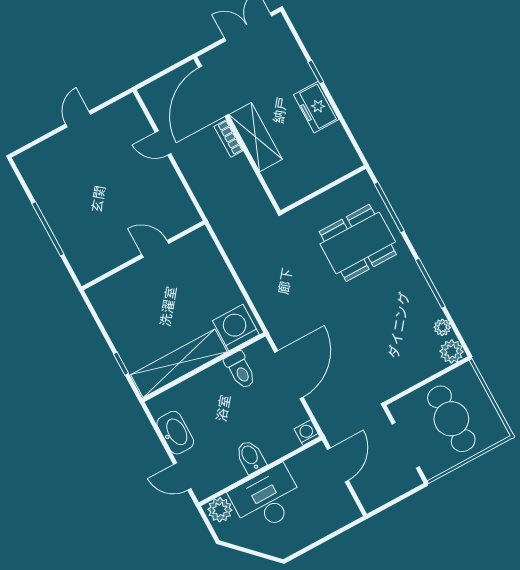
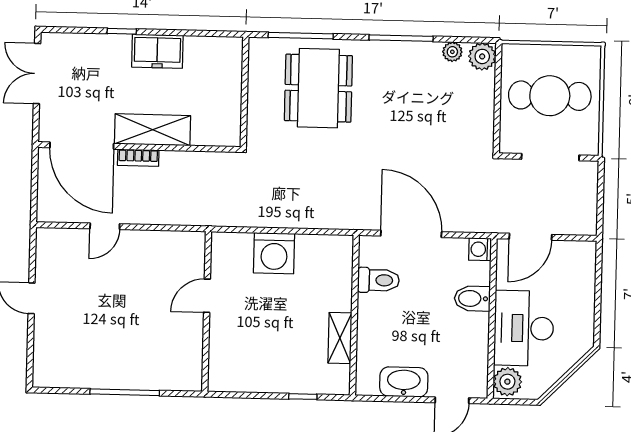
washing machine: (236, 328) -> (274, 253), moved, turned -90
shelving: (179, 363) -> (340, 338), width x0.45, depth x0.75
bidet: (251, 457) -> (472, 298), moved
door: (338, 465) -> (530, 237), swing flipped

